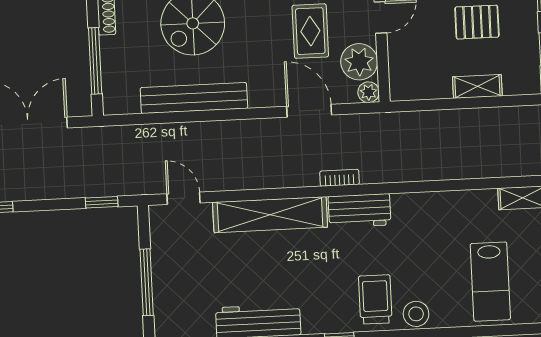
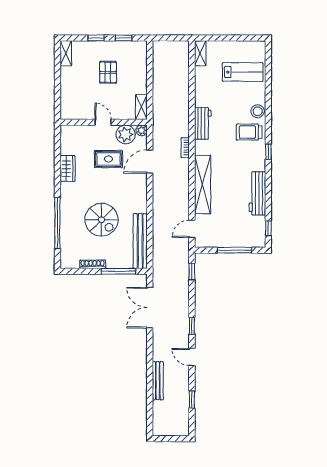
shelving: (477, 86) -> (141, 107), moved
bench: (194, 98) -> (140, 241), moved
workbench: (359, 211) -> (203, 123), moved

